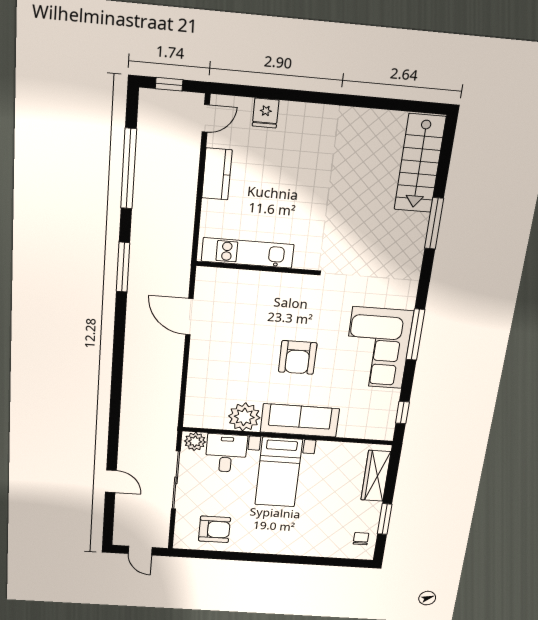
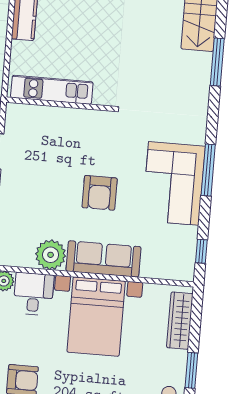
bed with nightstands: (279, 472) -> (96, 317), width x1.36

